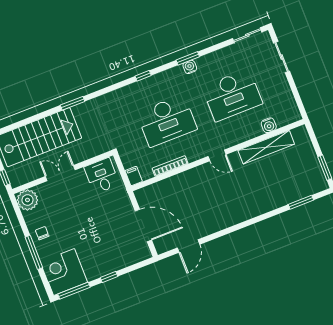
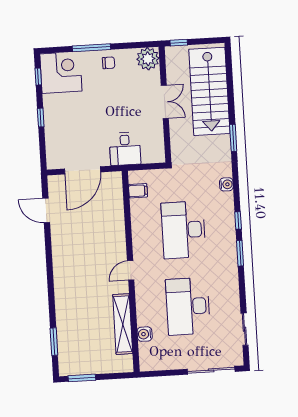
sliding door: (247, 35) -> (245, 329), moved
sliding door: (282, 57) -> (211, 370), width x1.37
window: (188, 58) -> (240, 253), moved
water cooler: (190, 67) -> (226, 184), moved
bookcase: (170, 166) -> (135, 218), removed
desk: (102, 176) -> (125, 149), moved, turned 90
filing cabinet: (134, 176) -> (138, 191), moved
window: (74, 291) -> (38, 77), width x0.46

